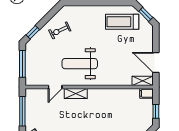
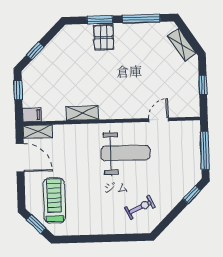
treadmill: (122, 22) -> (54, 200), moved, turned -90
exercise bike: (60, 30) -> (140, 207), moved
shelving: (76, 93) -> (82, 113), moved
window: (22, 111) -> (203, 85), width x0.46

